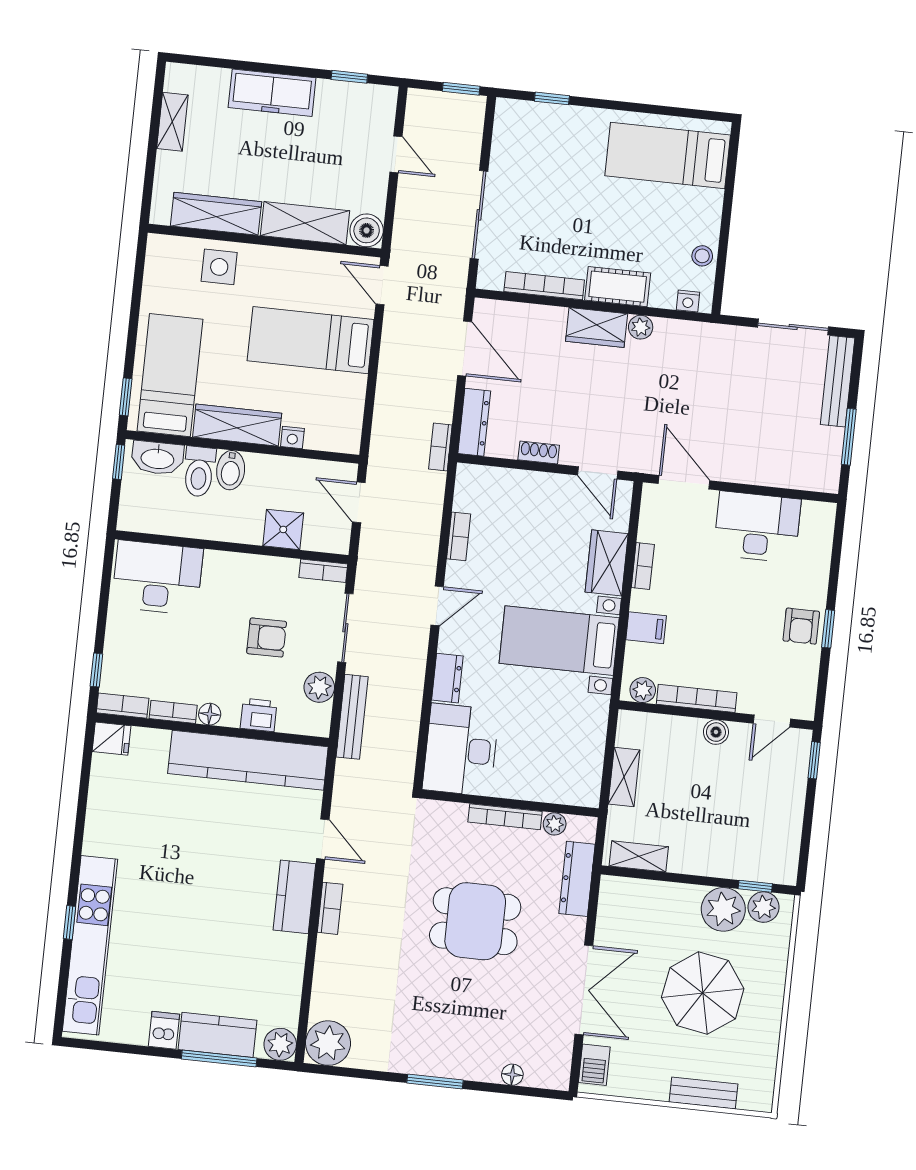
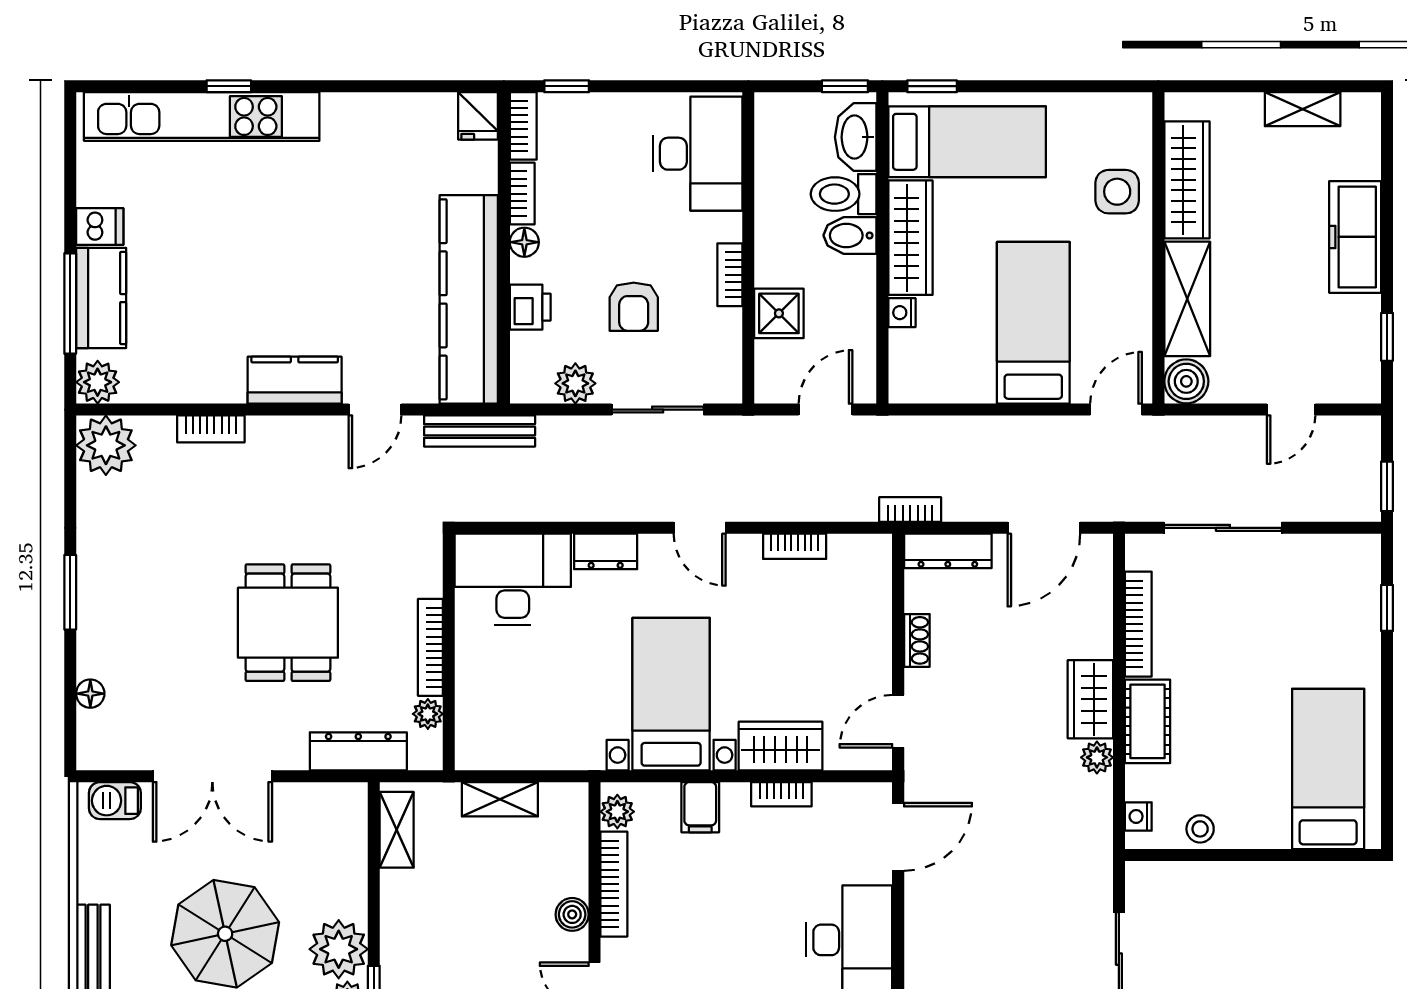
bookcase: (323, 571) -> (730, 275), moved
bench: (352, 717) -> (480, 431), moved
bookcase: (330, 908) -> (211, 429), moved

